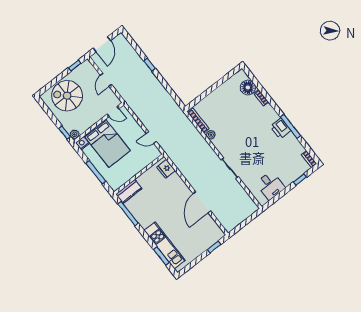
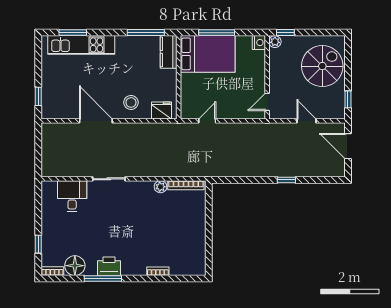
floor lamp: (248, 87) -> (75, 266), moved
bed: (107, 143) -> (208, 54), moved, turned 180
desk: (270, 185) -> (72, 196), moved, turned 90
stool: (175, 190) -> (131, 102), added

